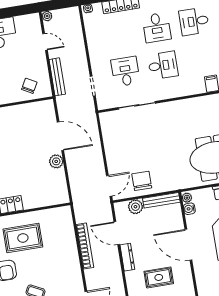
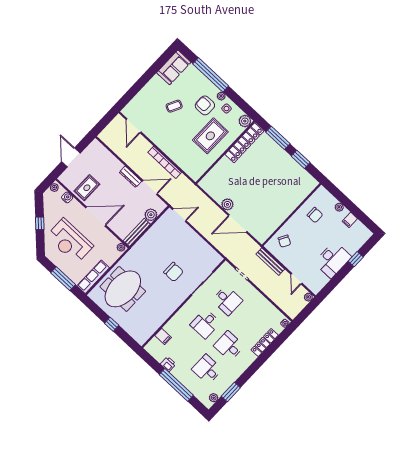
desk: (194, 21) -> (207, 369), turned -90
door: (45, 42) -> (296, 279), hinge flipped
chair: (142, 181) -> (174, 272), moved
door: (109, 186) -> (179, 215), swing flipped
water cooler: (189, 209) -> (67, 197), moved
rug: (159, 277) -> (87, 188), moved

